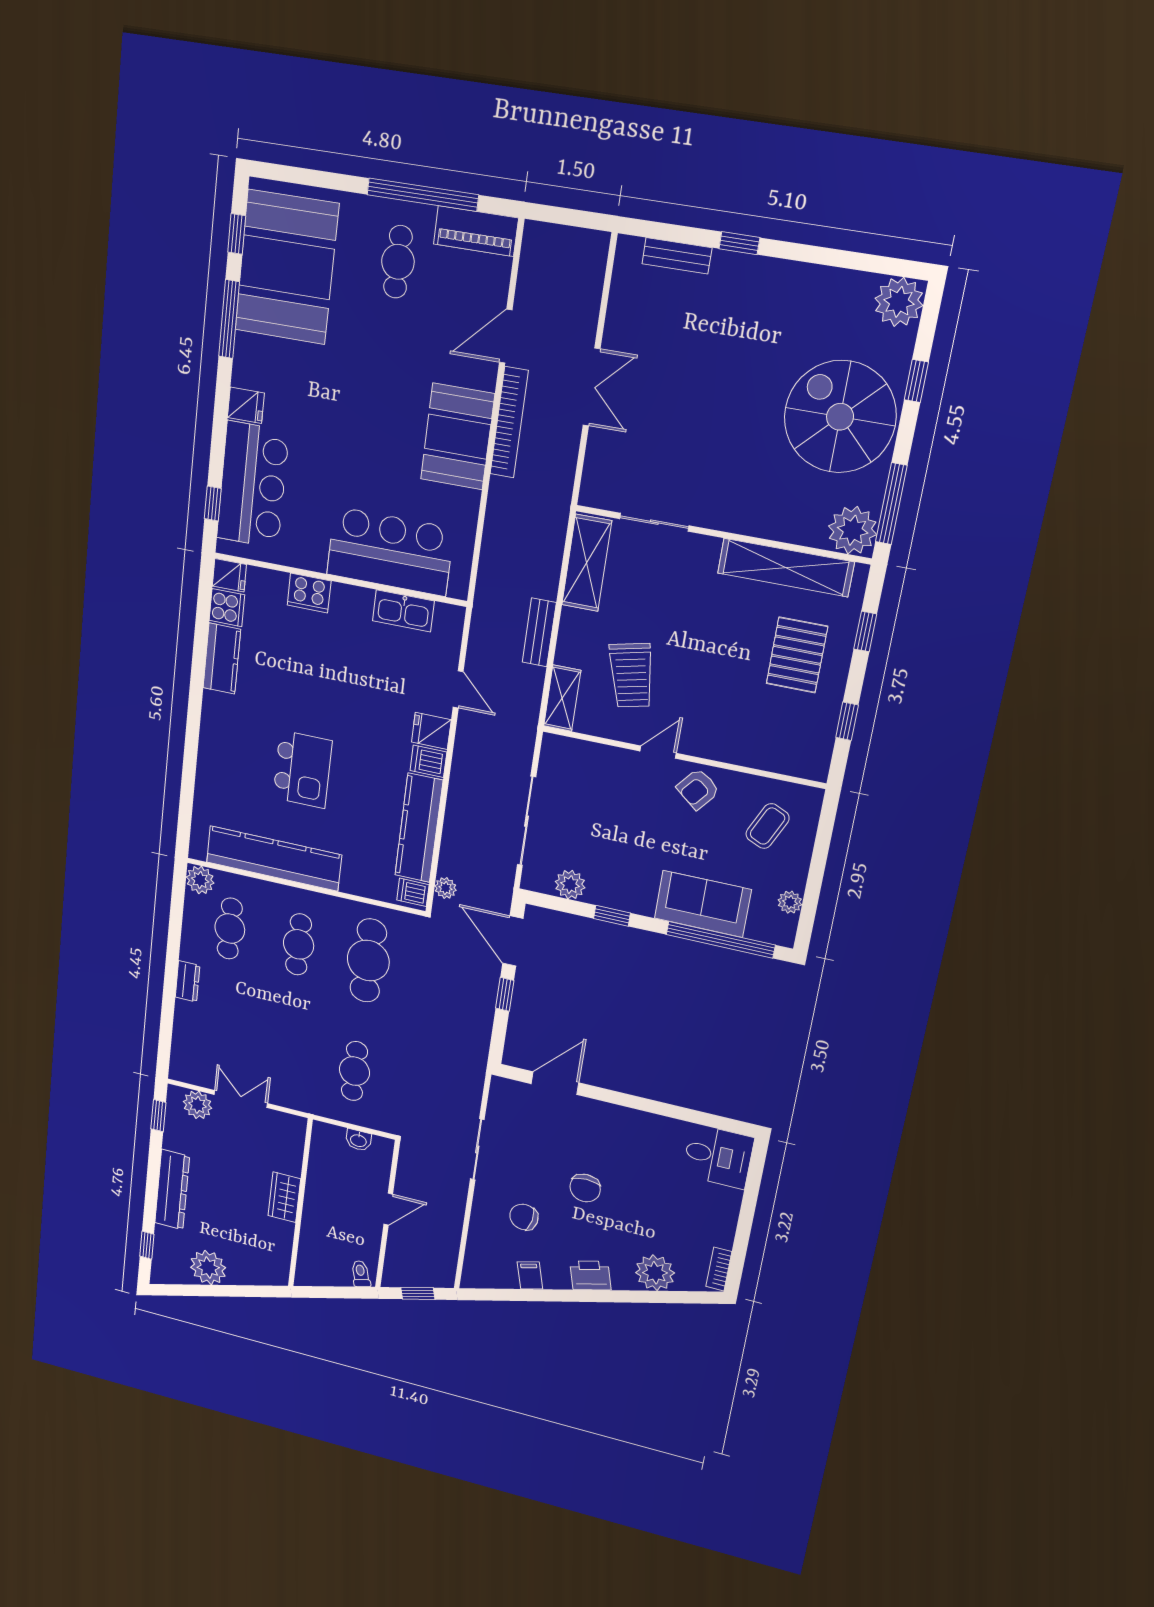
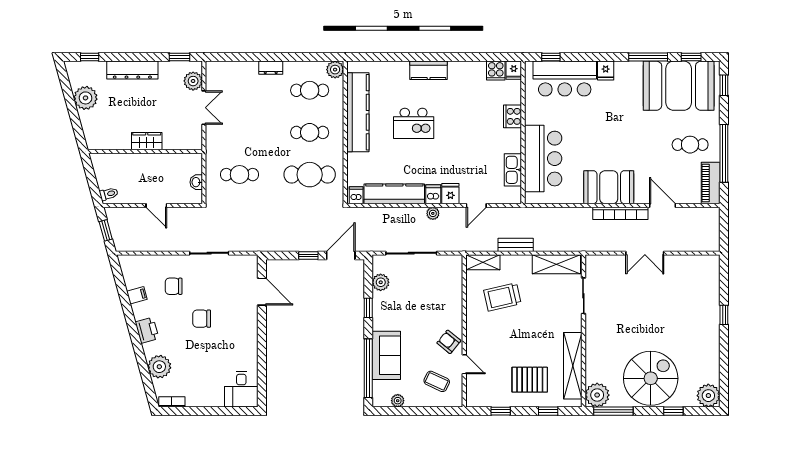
window: (295, 175) -> (724, 85), added
bench: (677, 256) -> (714, 285), removed
kitchen counter: (222, 659) -> (429, 70), moved
door: (658, 752) -> (464, 364), moved
plant: (445, 888) -> (433, 213), moved
chair: (524, 1217) -> (174, 286), turned -100

